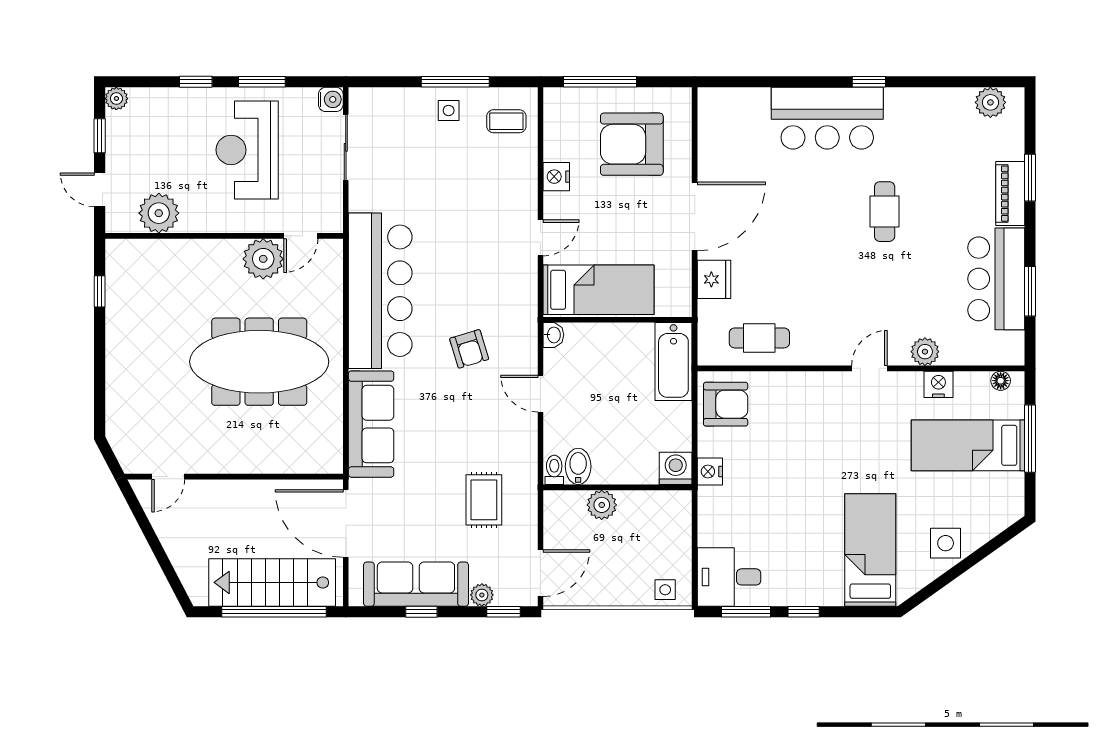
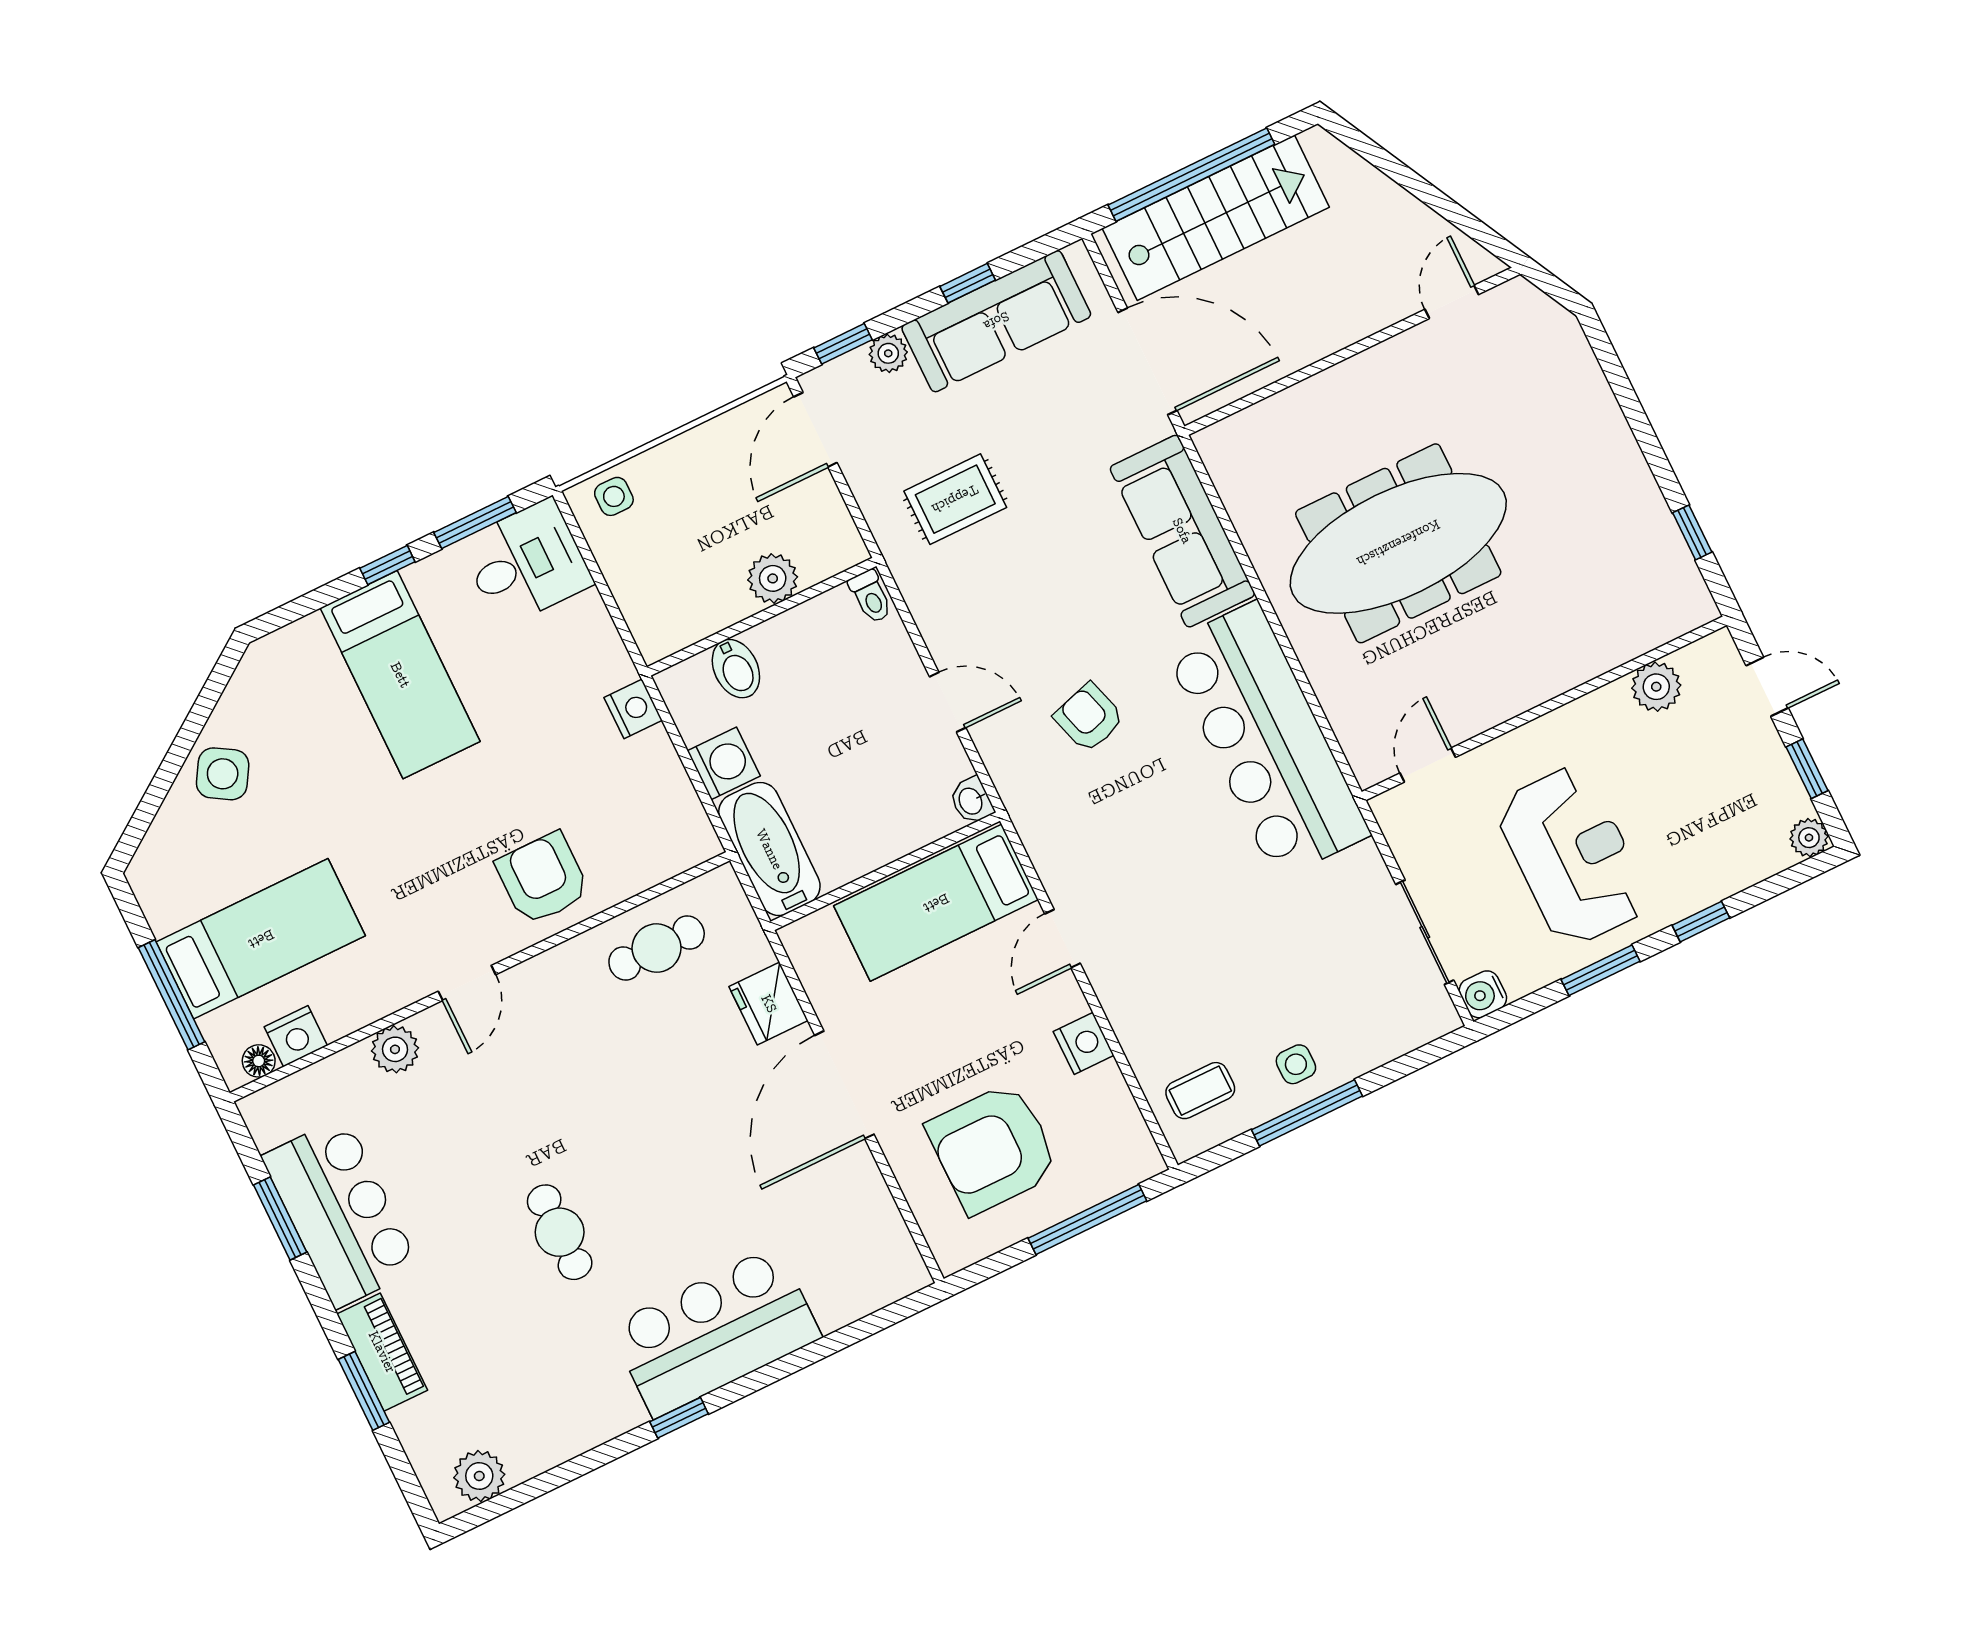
armchair: (632, 144) -> (993, 1148), turned 180
plant: (159, 213) -> (1656, 687), width x0.73, depth x0.73
plant: (263, 259) -> (1468, 702), removed
nightstand: (938, 384) -> (296, 1036), moved
armchair: (726, 404) -> (543, 878), moved, turned 90
bidet: (578, 466) -> (736, 669), moved
washing machine: (676, 468) -> (724, 763), moved, turned -90
rug: (484, 500) -> (955, 499), turned 90
side table: (946, 543) -> (223, 774), turned 31
bed: (870, 550) -> (400, 675), moved

